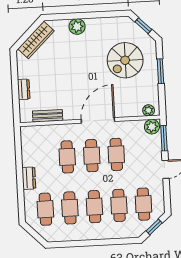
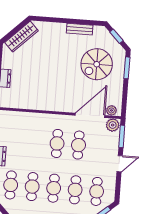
plant: (77, 27) -> (59, 30), removed
window: (160, 71) -> (127, 68), moved
bench: (48, 116) -> (80, 29), moved
door: (98, 120) -> (90, 115), moved
cafe table: (67, 157) -> (36, 142), removed

